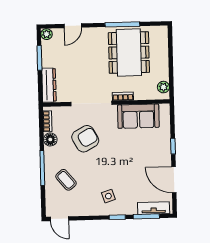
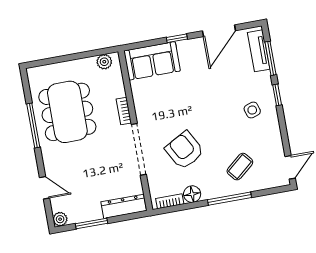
dining table: (129, 53) -> (67, 112), turned 90
sofa: (138, 116) -> (152, 61), moved, turned 90

